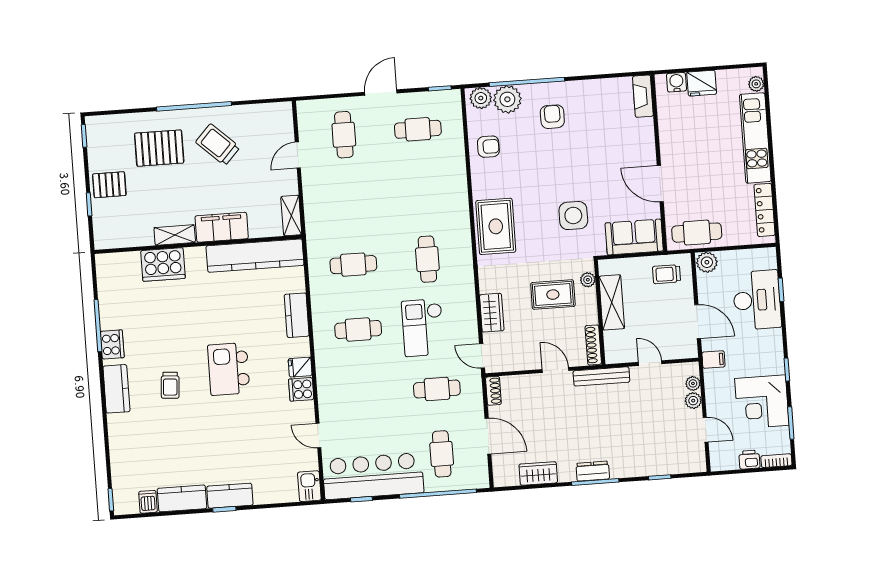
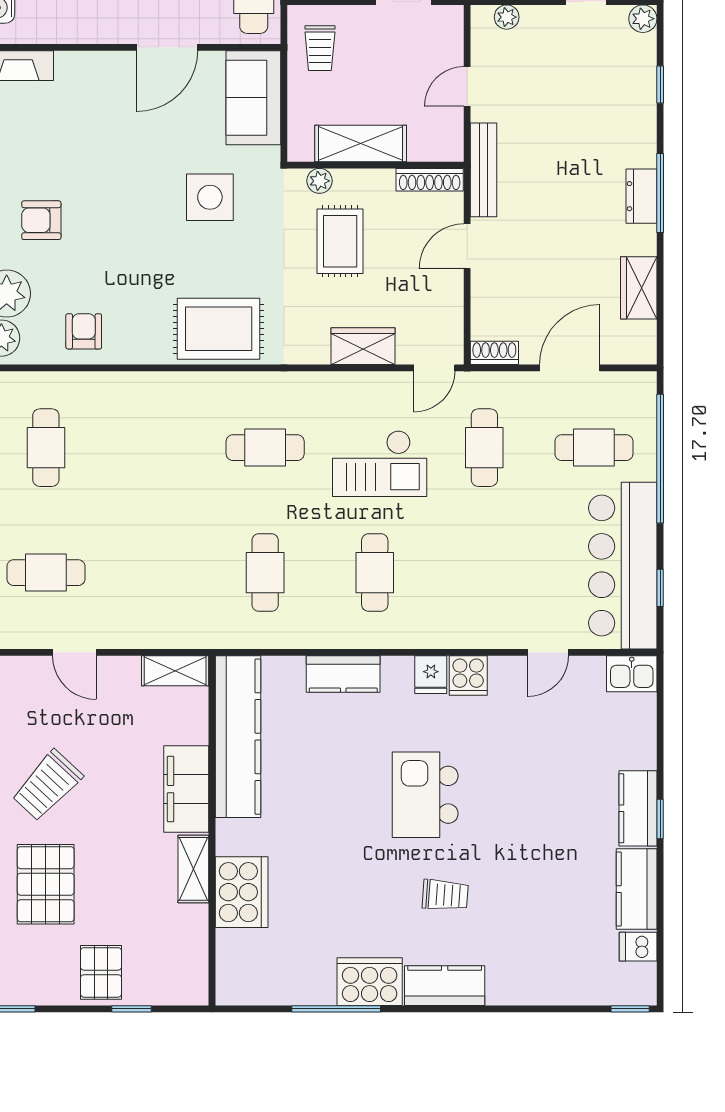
cooker: (112, 344) -> (370, 982), width x1.37, depth x1.31
kitchen island: (229, 369) -> (425, 795), turned 90
plant: (693, 401) -> (643, 19), moved

